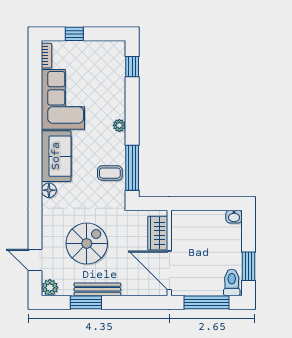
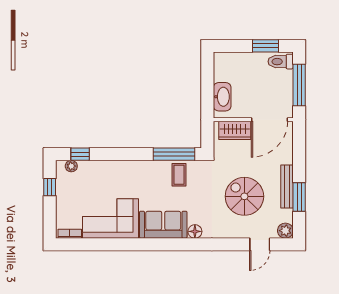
window: (74, 34) -> (50, 187), moved
plant: (119, 125) -> (71, 166), moved
washbasin: (234, 217) -> (222, 97), moved, width x1.91, depth x1.45

